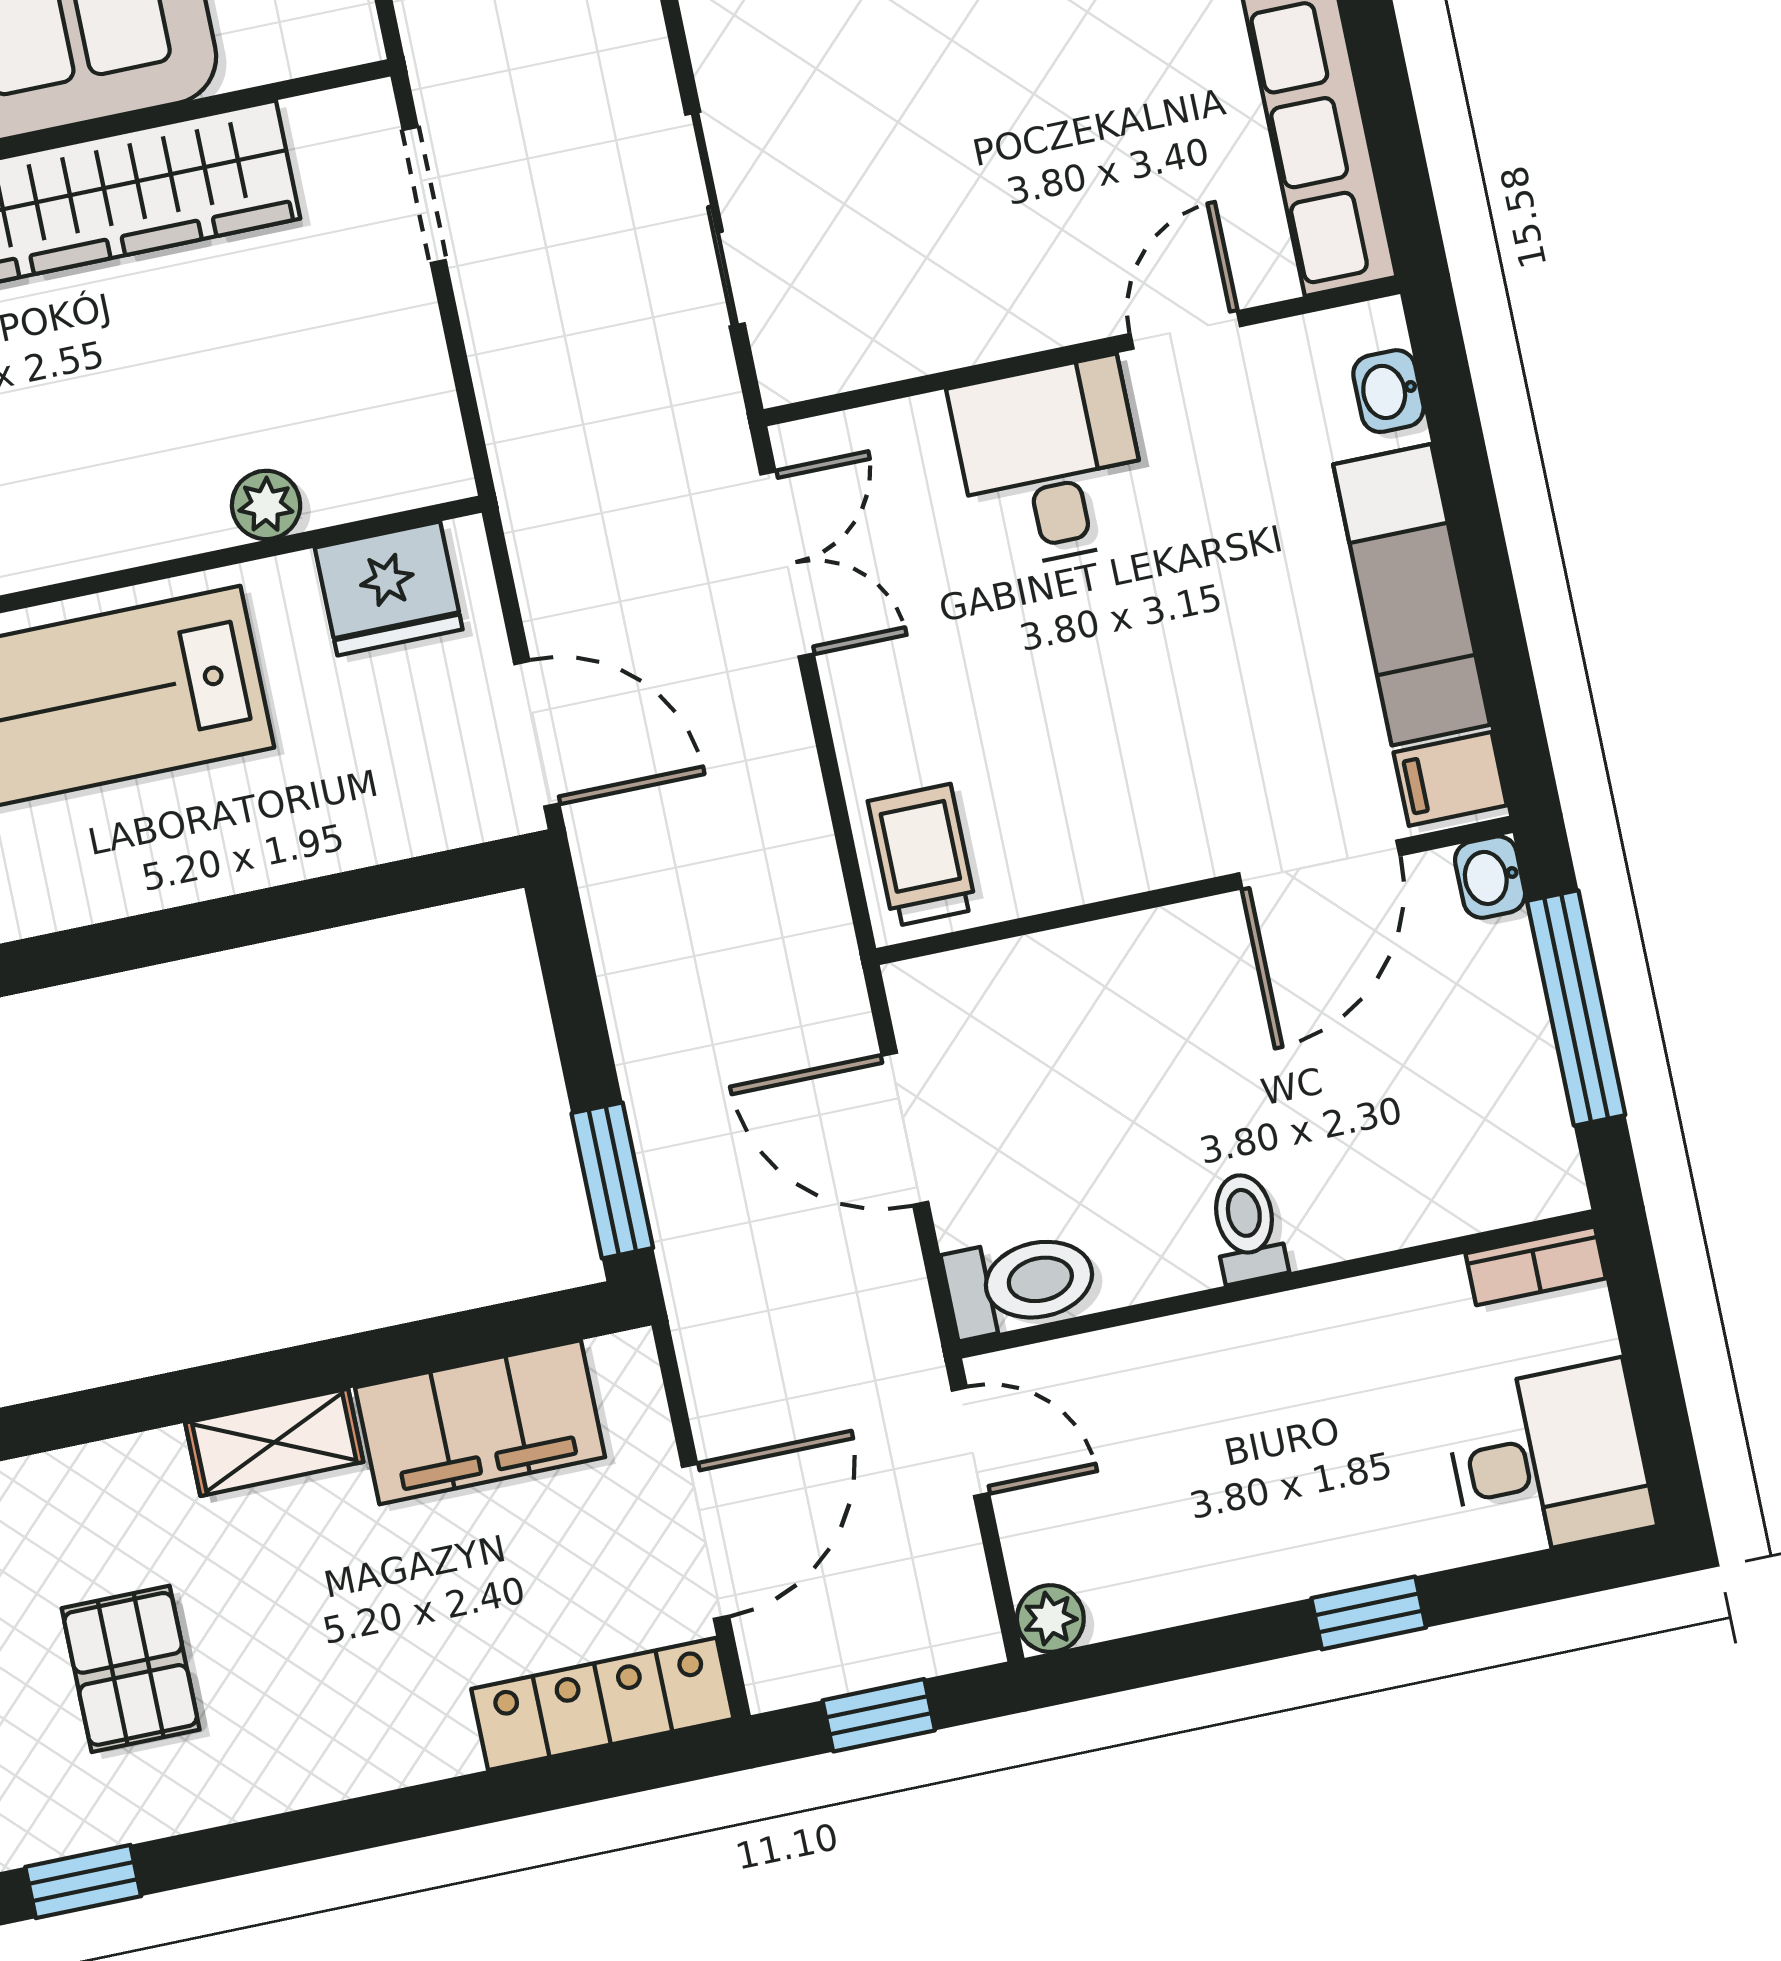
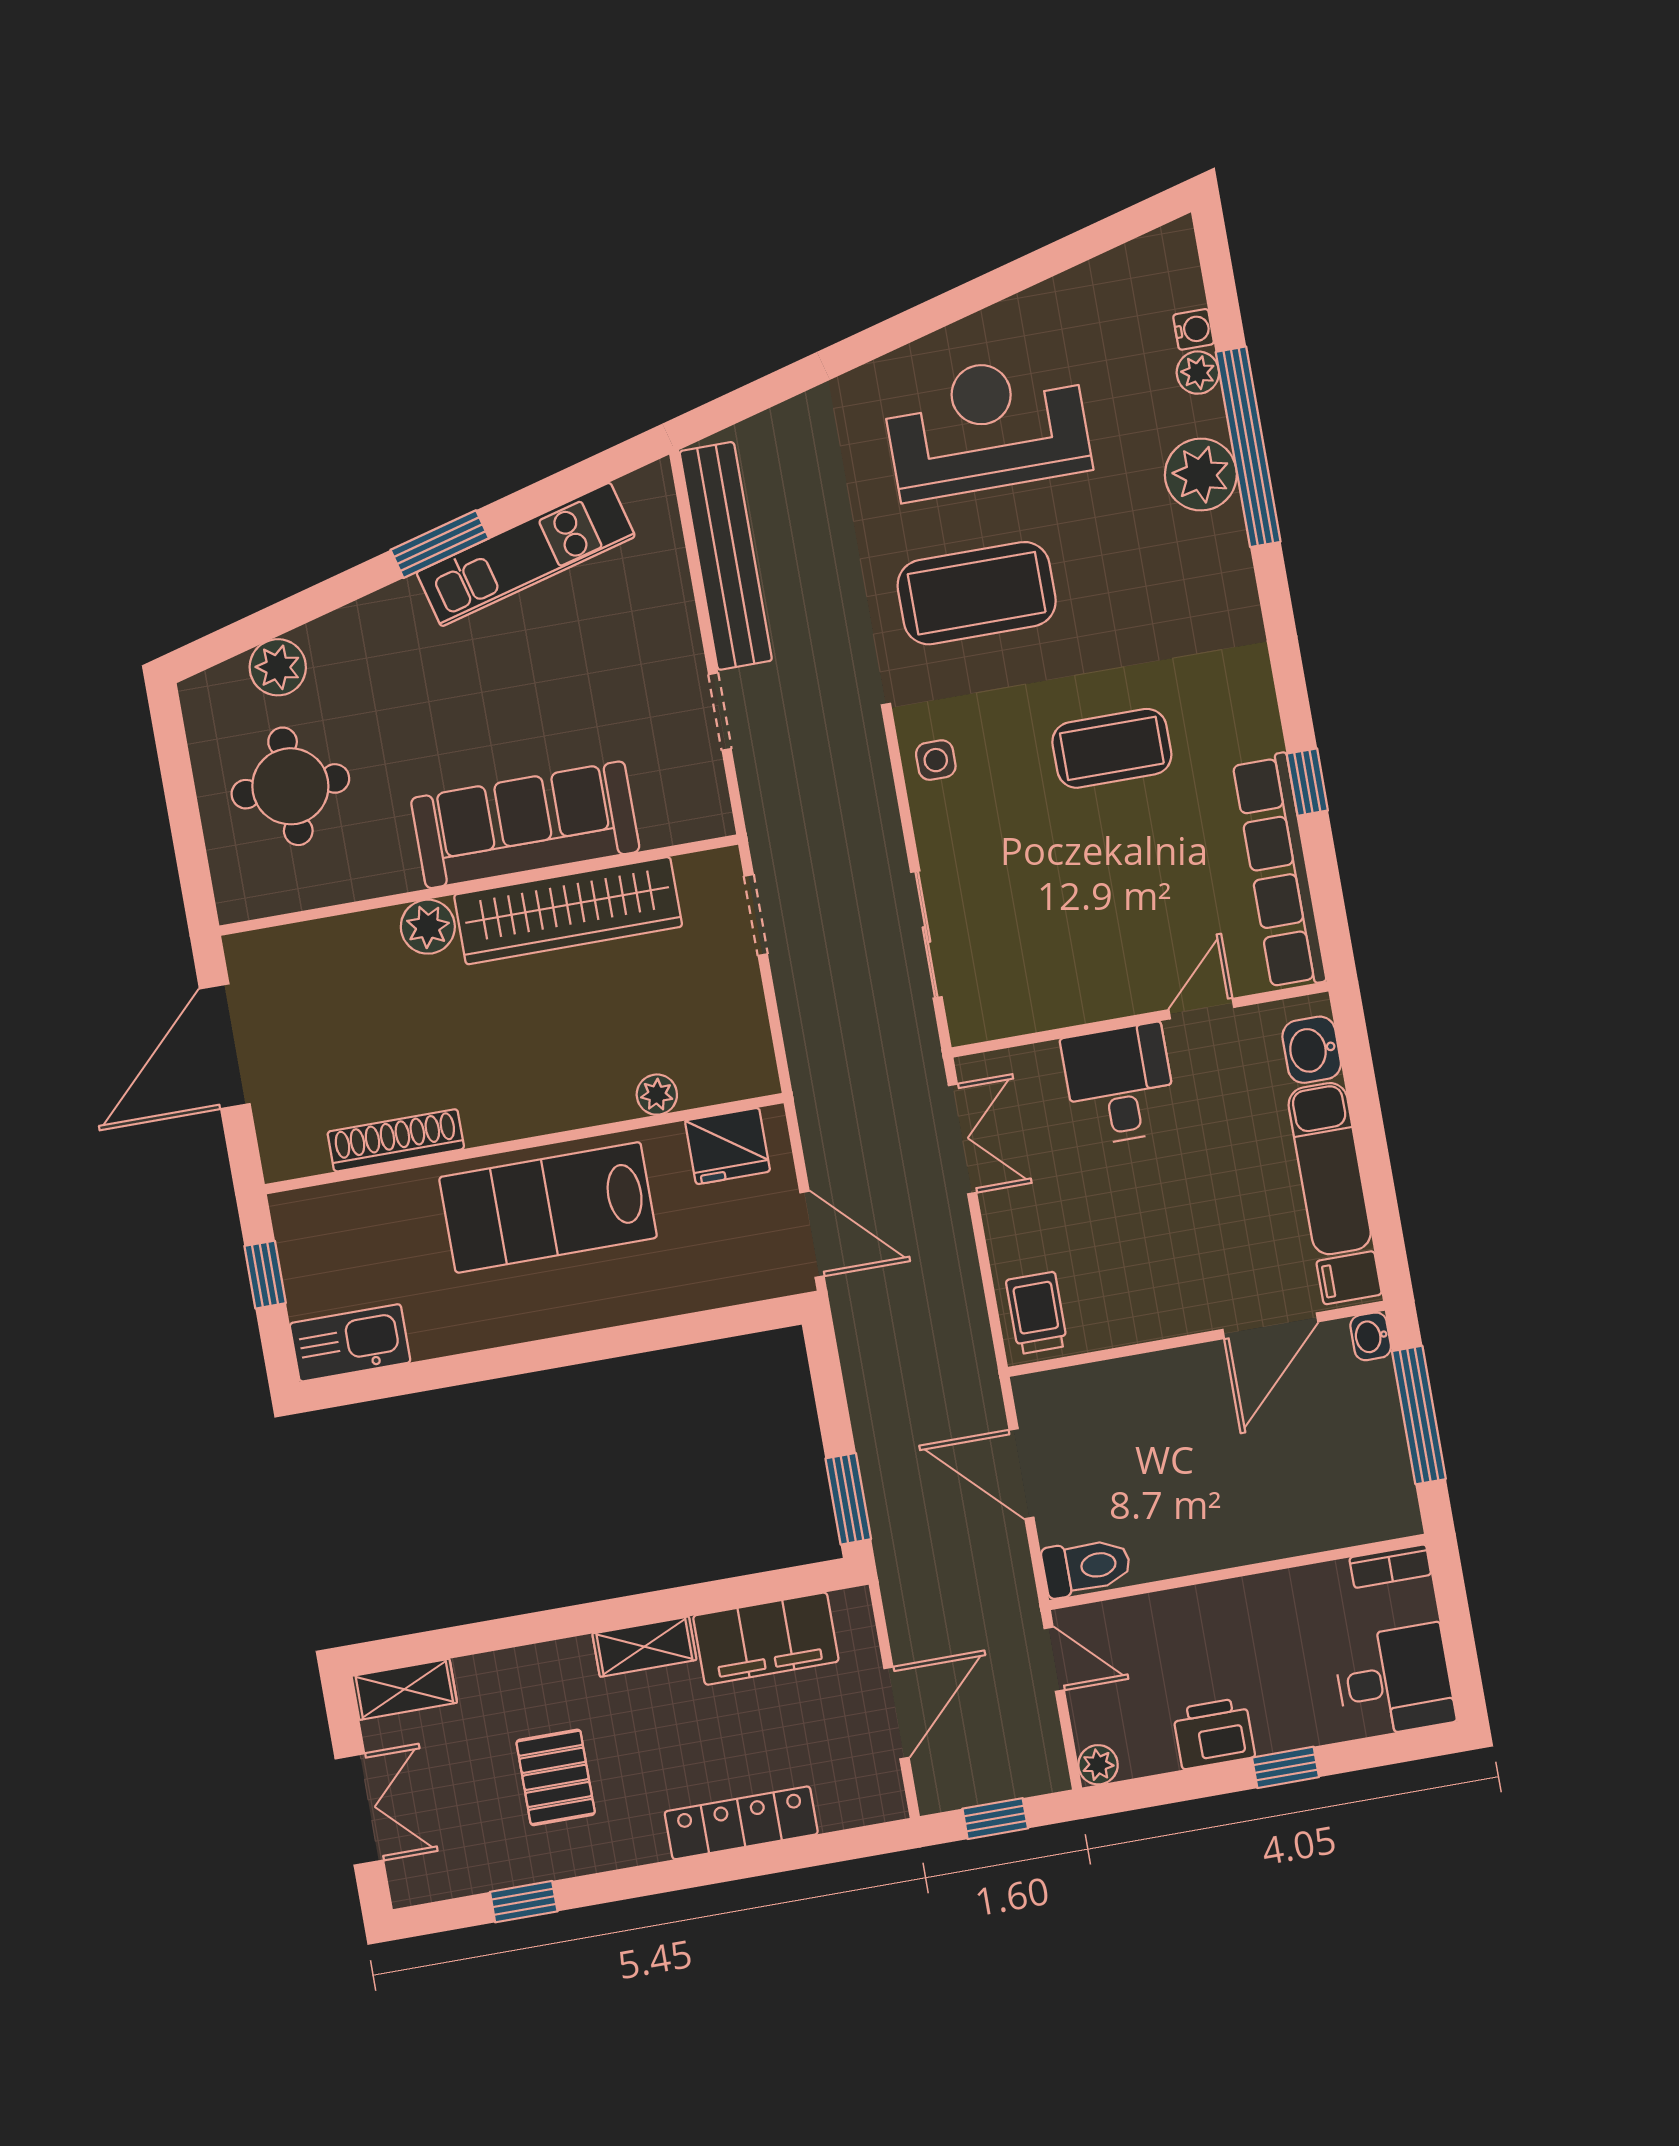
washbasin: (1388, 391) -> (1312, 1050), width x1.38, depth x1.45
toilet: (1247, 1227) -> (1221, 1538), removed
printer: (1245, 1559) -> (1214, 1733), added
locker: (602, 1704) -> (741, 1823), moved

